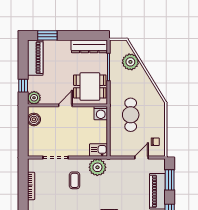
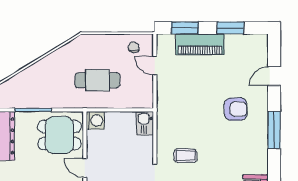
plant: (130, 62) -> (26, 81), removed
dining table: (90, 87) -> (59, 135), turned 90
plant: (97, 167) -> (168, 125), removed

